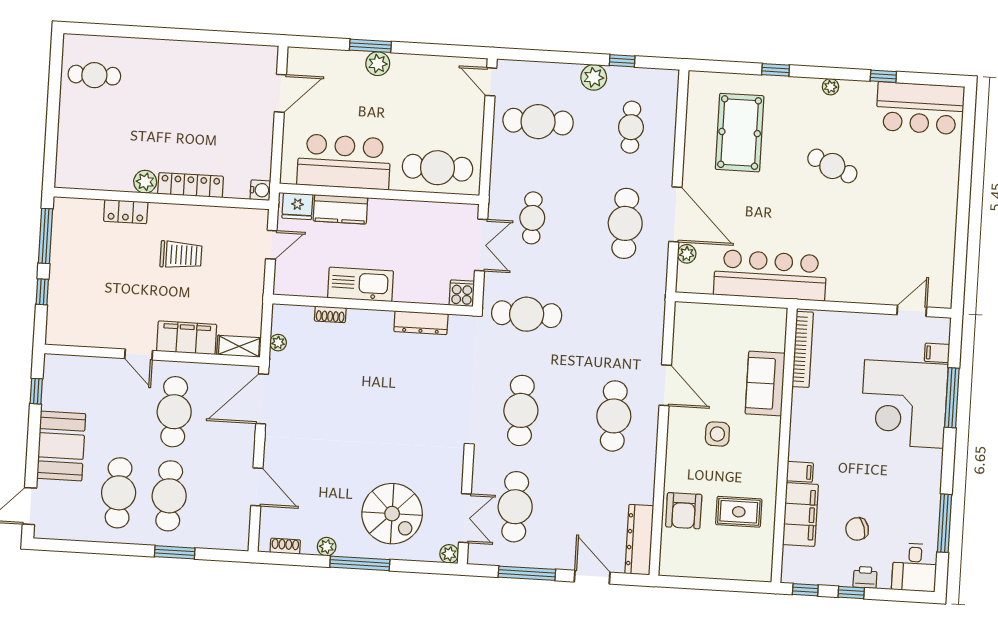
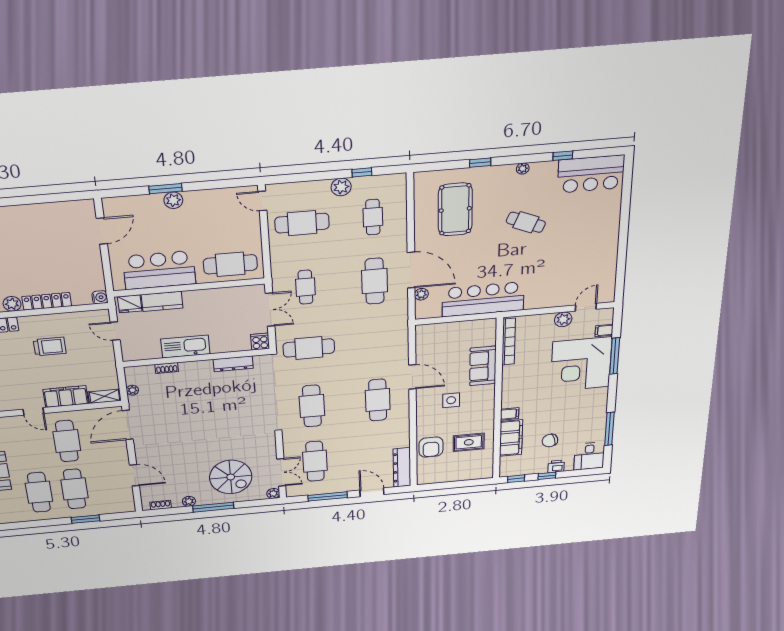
door: (271, 245) -> (115, 331), swing flipped
plant: (880, 325) -> (563, 319), added

